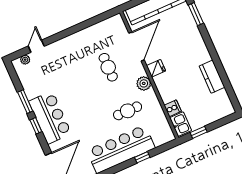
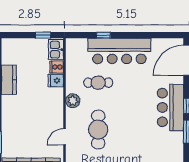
door: (137, 46) -> (65, 137), width x0.53
cafe table: (108, 67) -> (98, 129), width x1.37, depth x1.35
fridge: (156, 68) -> (56, 81), moved

